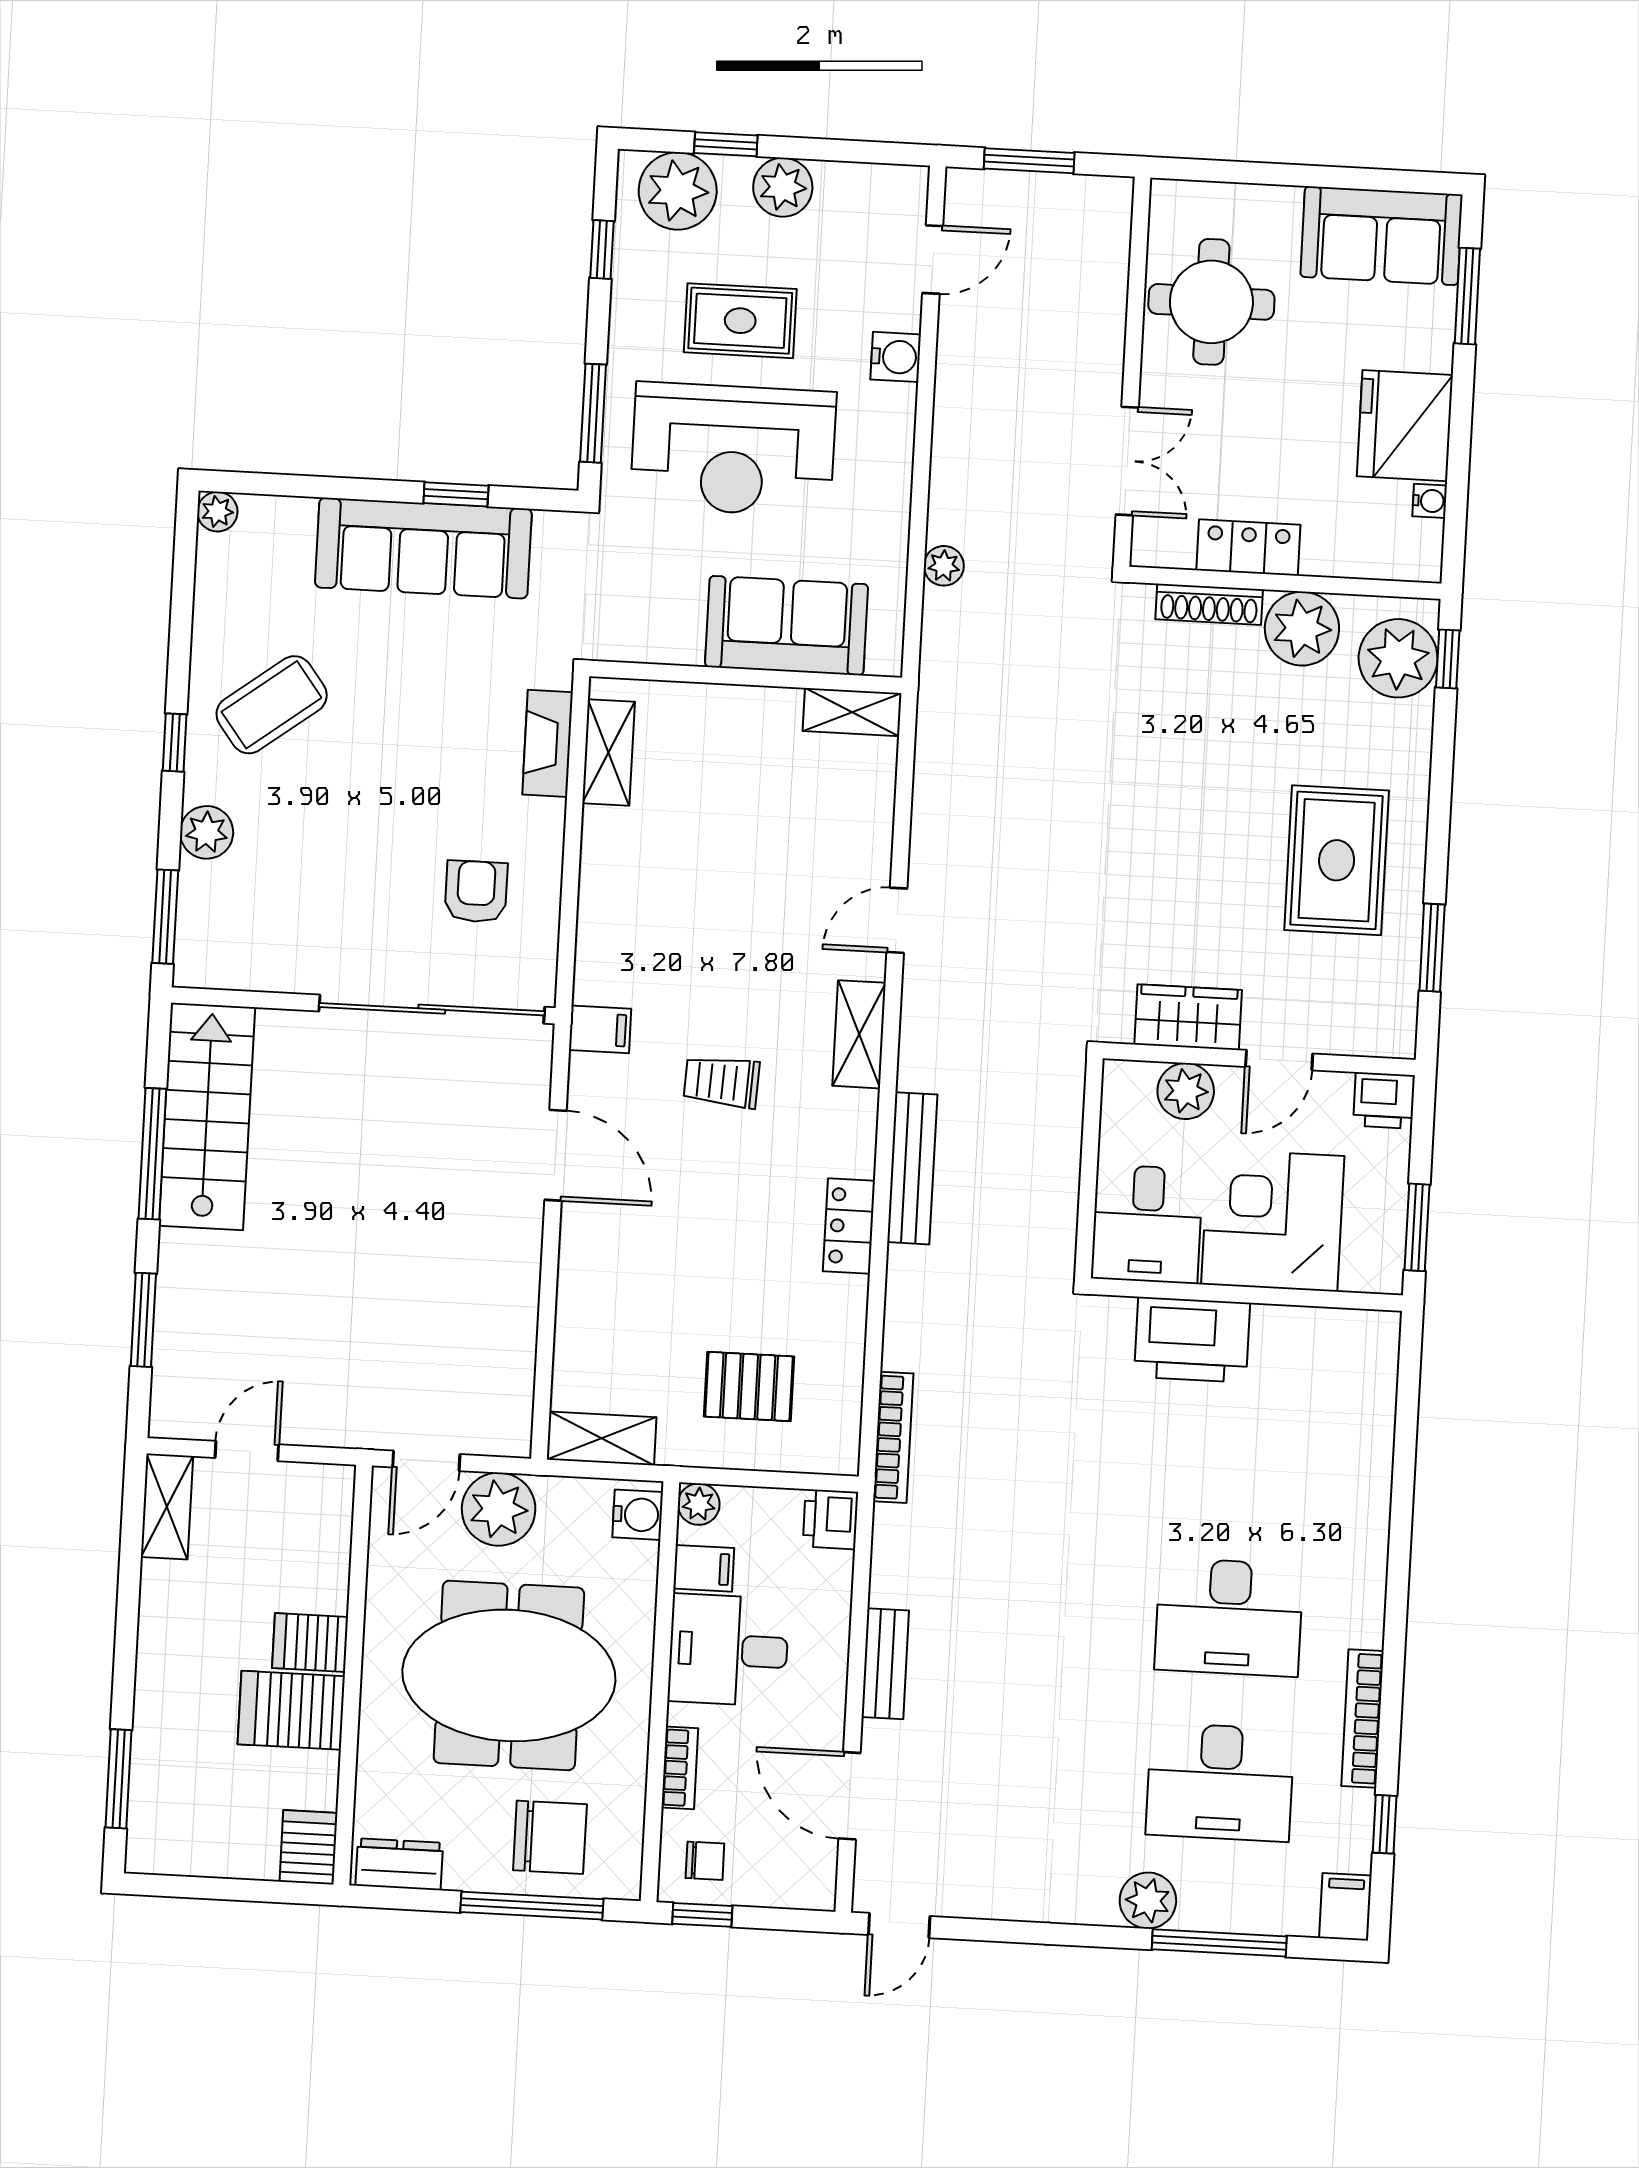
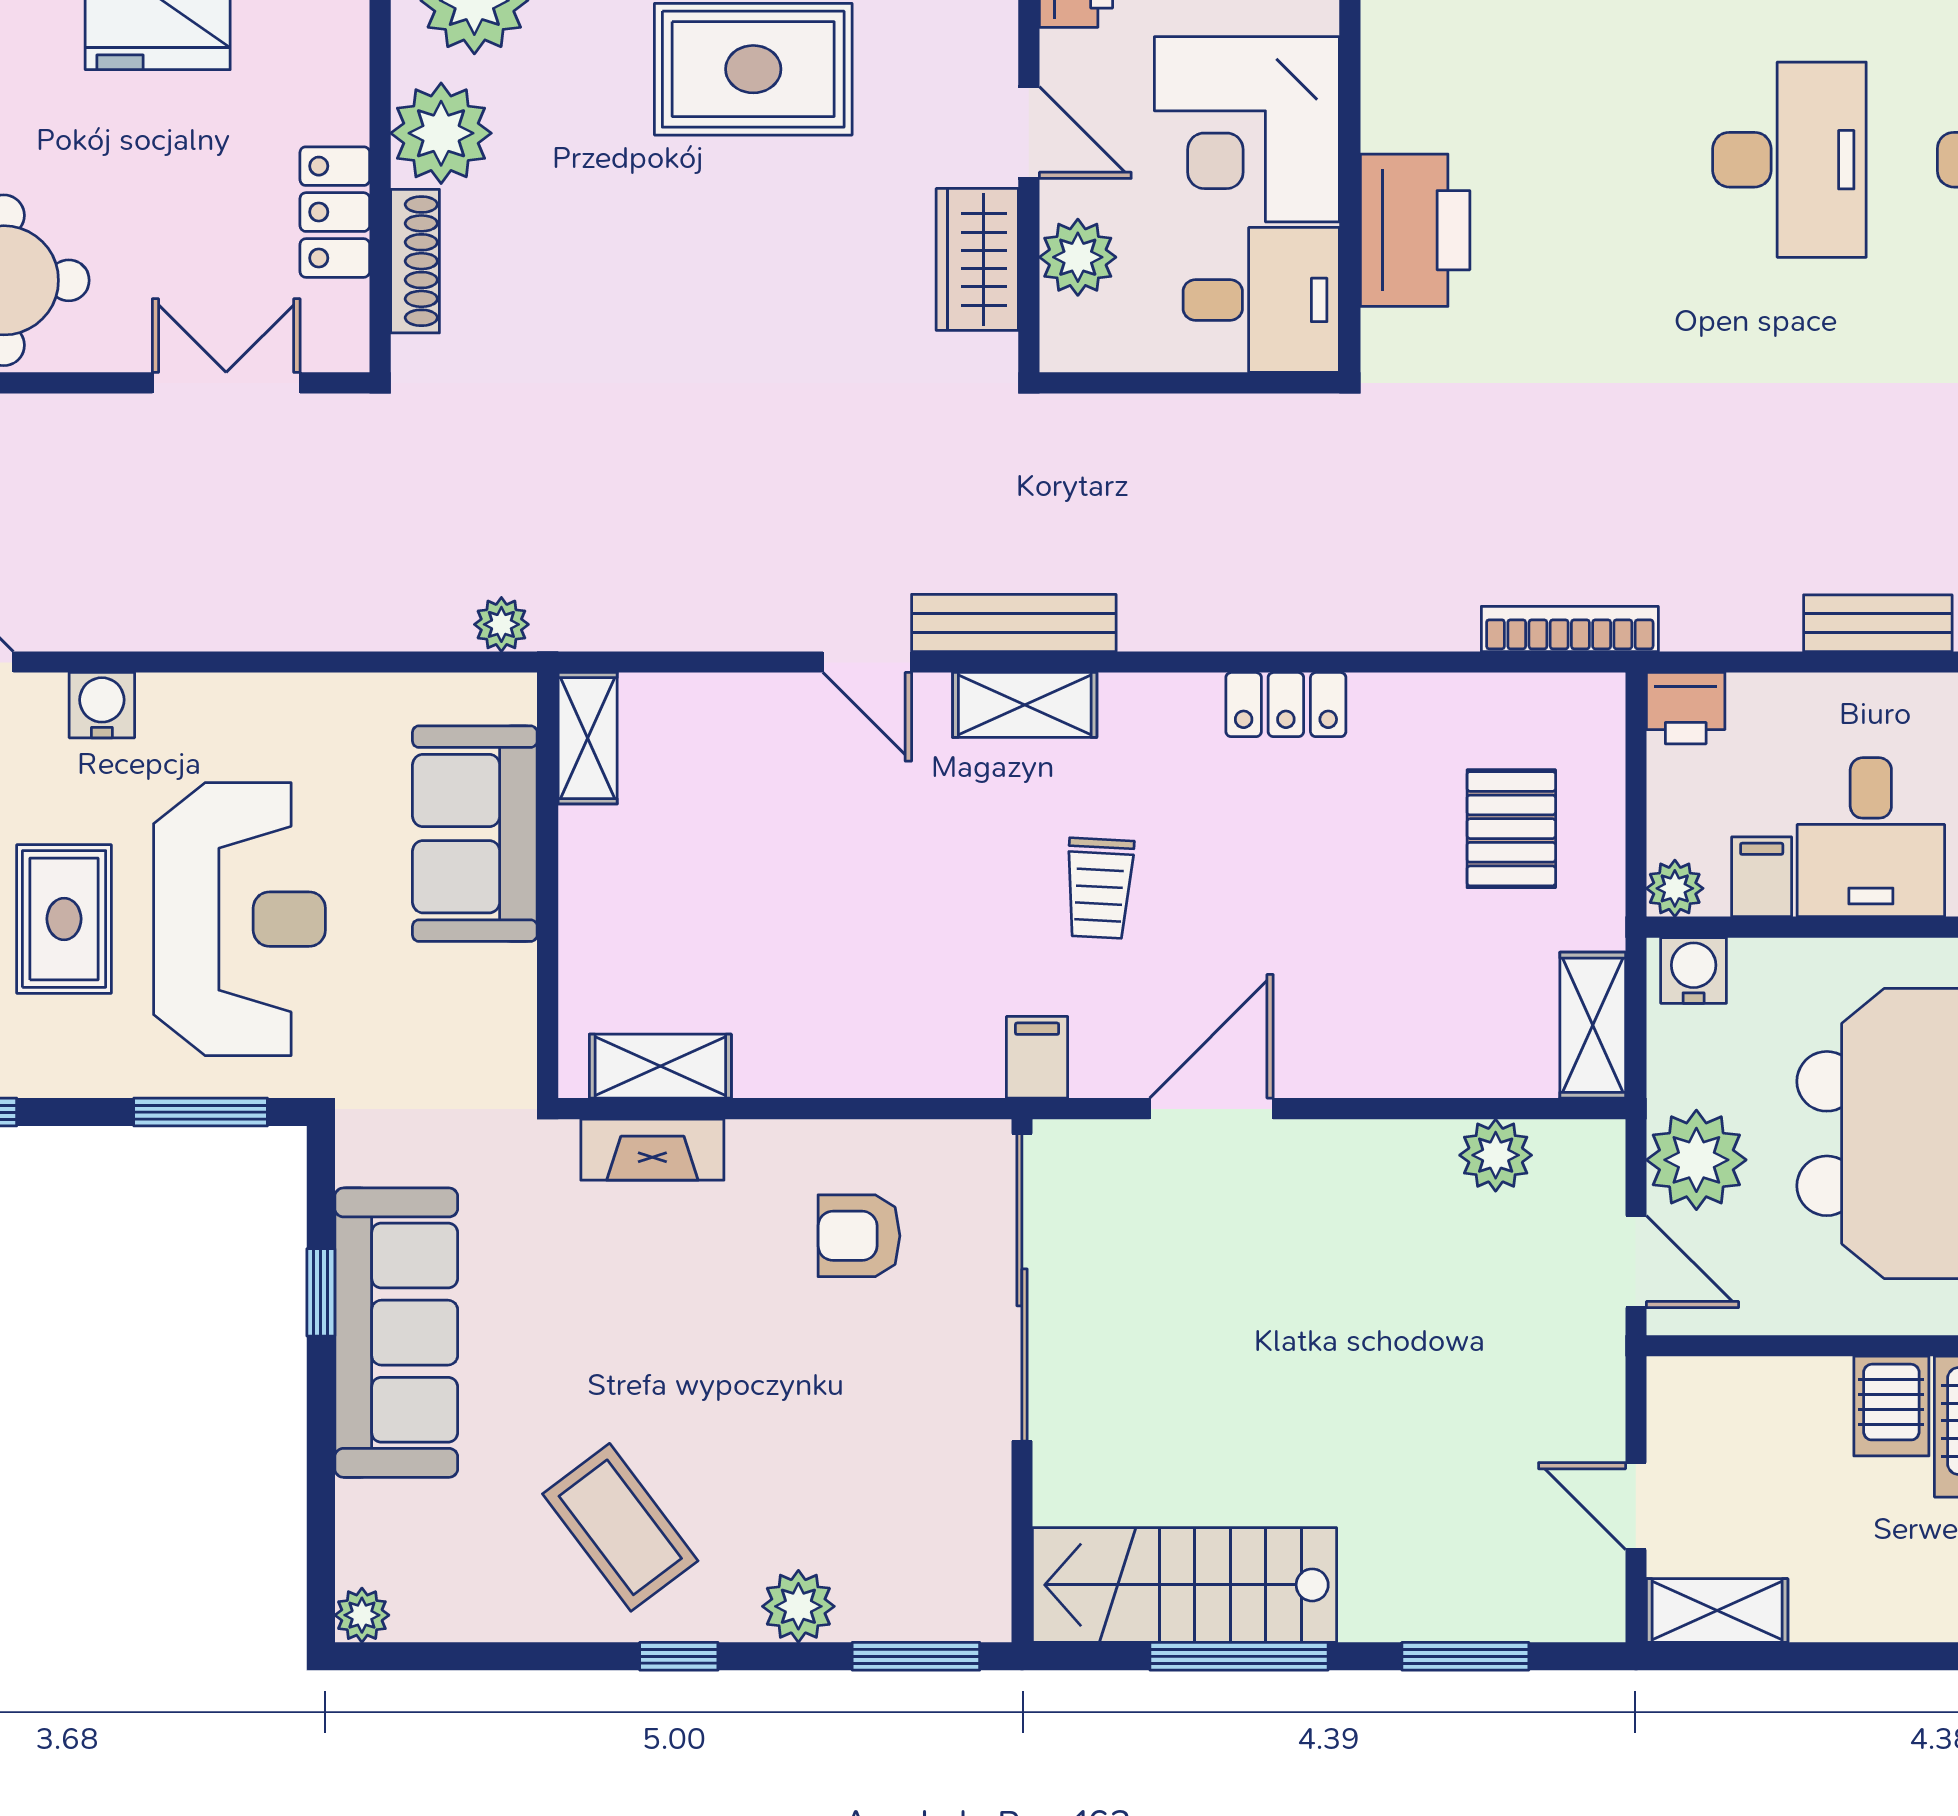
plant: (944, 566) -> (501, 624), moved
bench: (912, 1168) -> (1014, 623), moved
plant: (510, 1362) -> (1496, 1155), added

